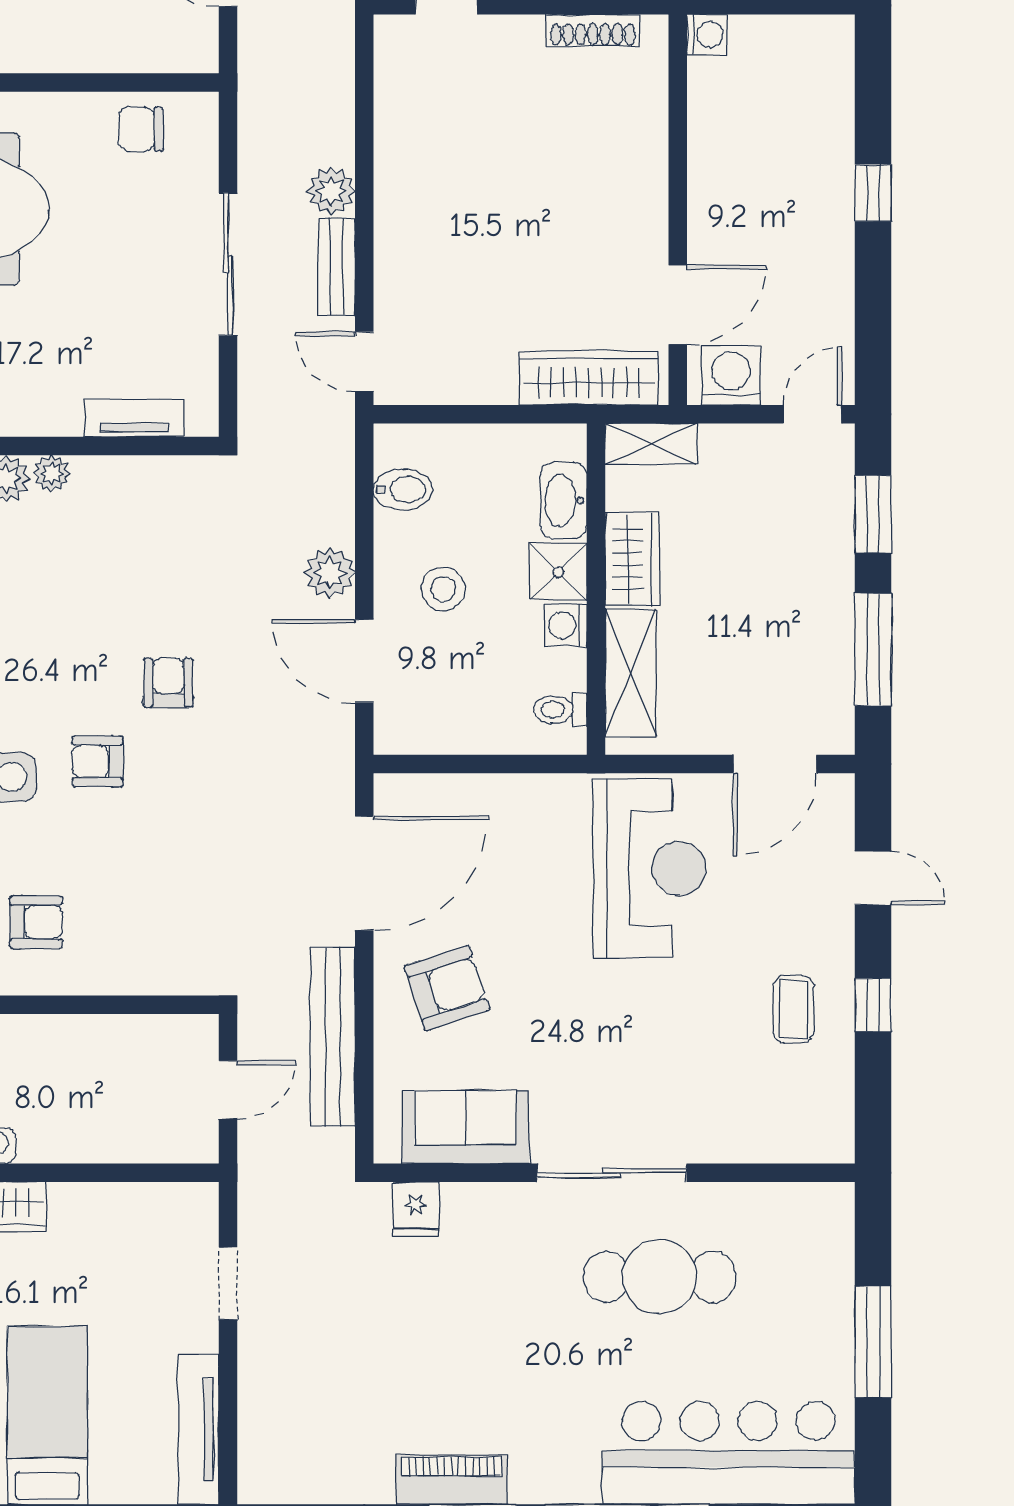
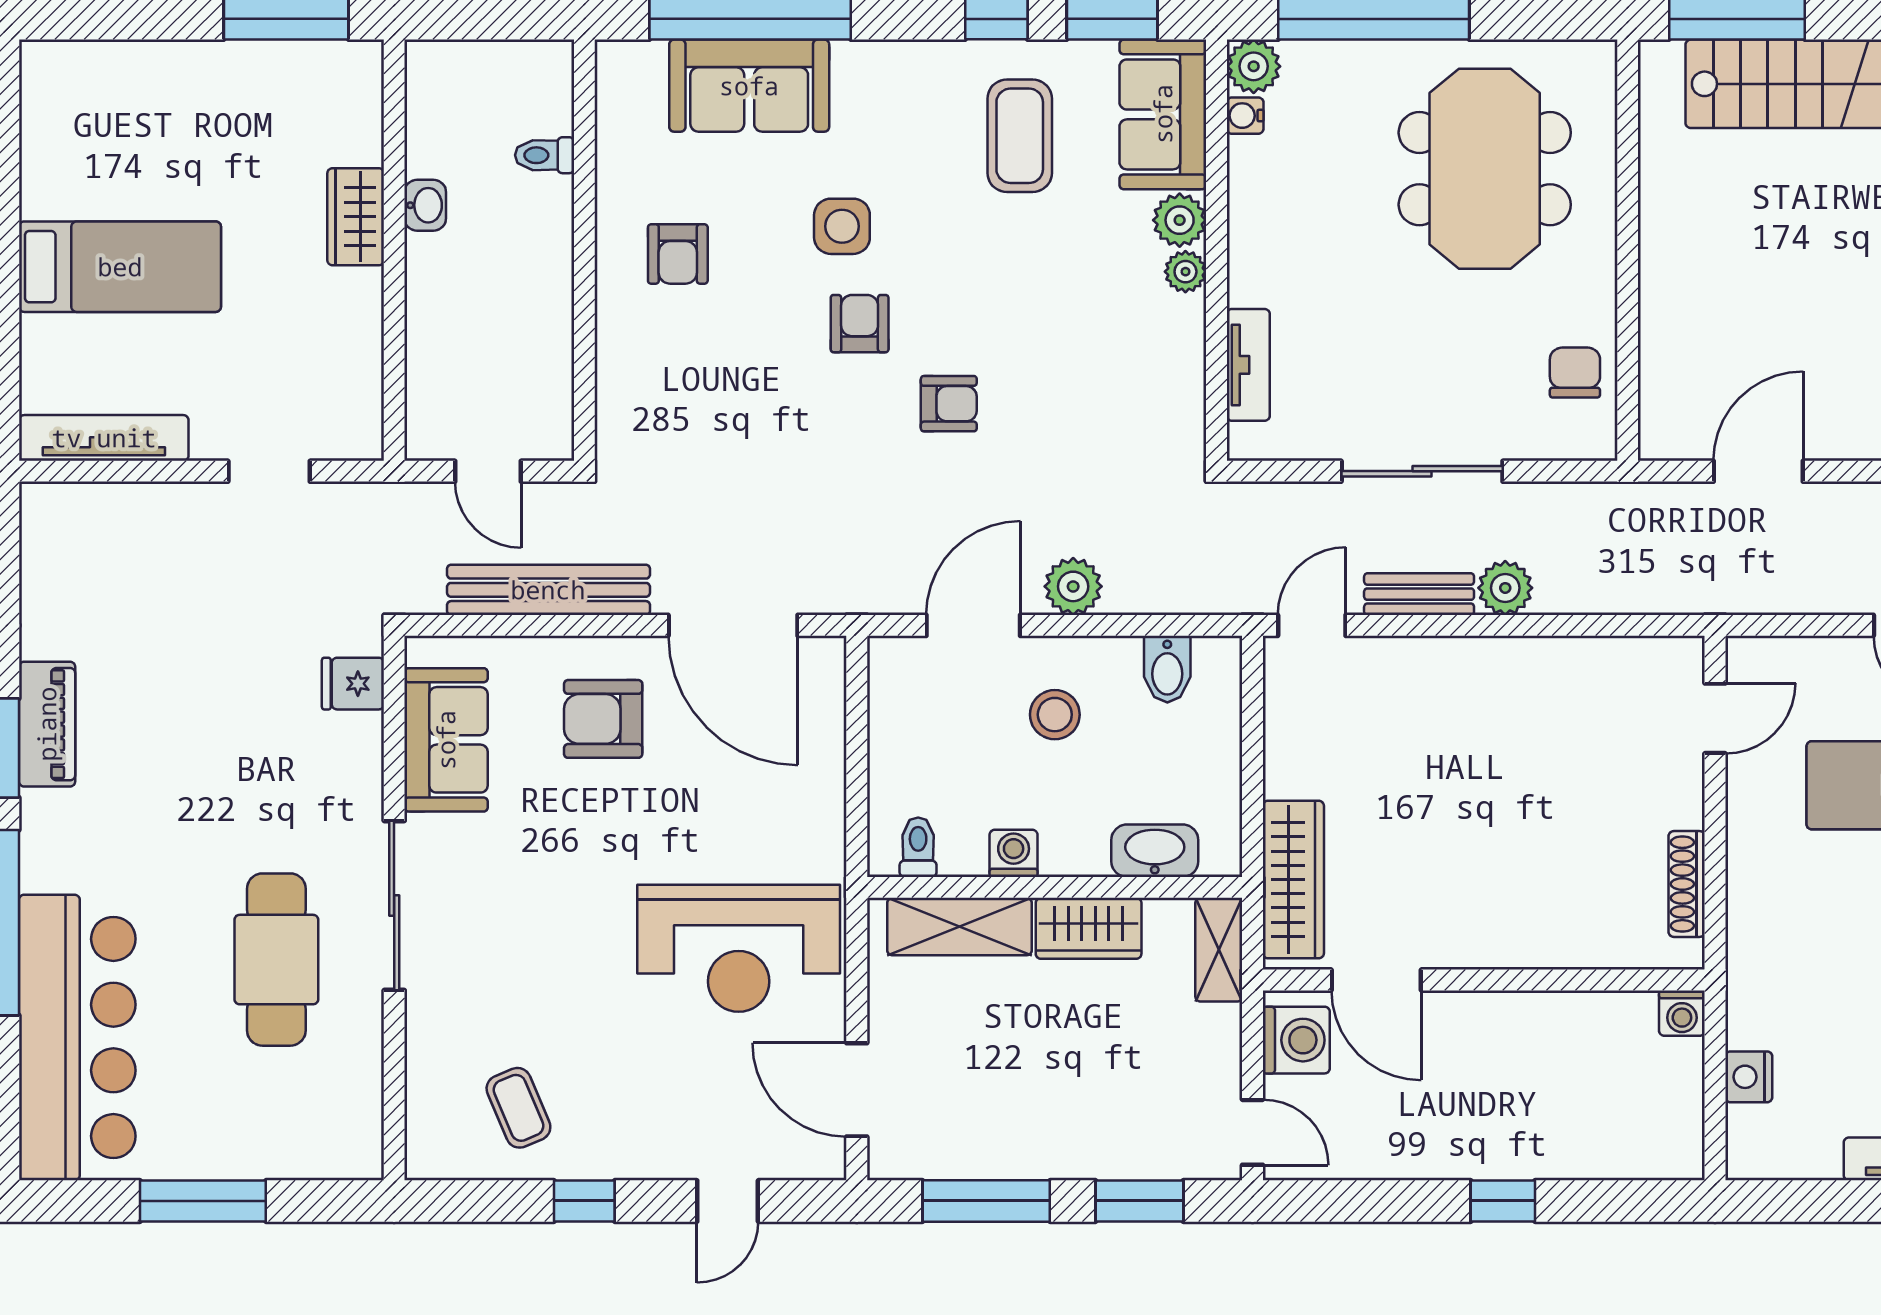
shower: (558, 572) -> (1074, 845), removed
armchair: (447, 988) -> (603, 719), turned 108
coffee table: (793, 1009) -> (518, 1108), moved, turned 67

